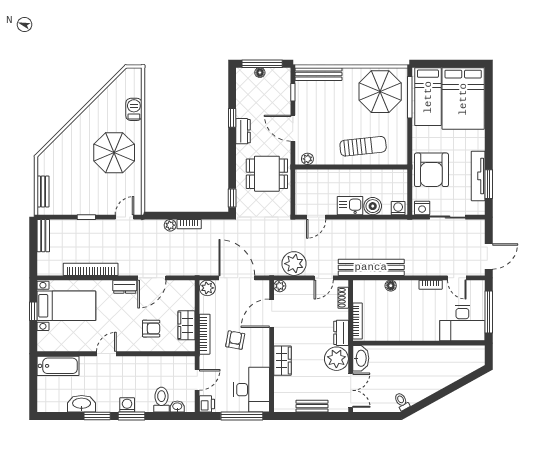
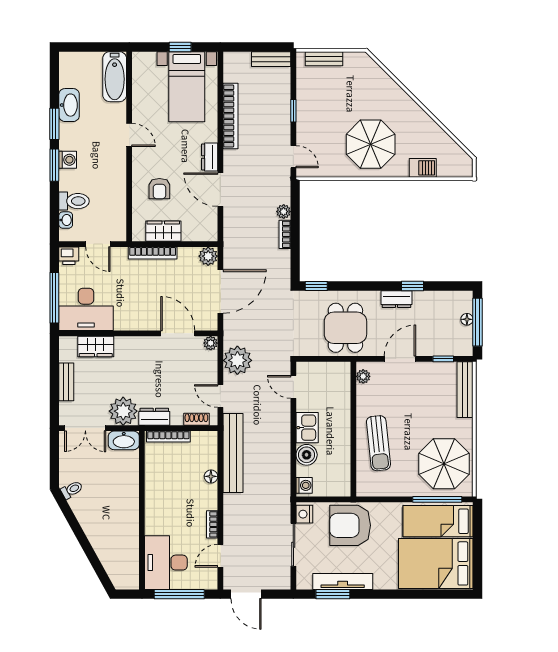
armchair: (235, 340) -> (146, 290), removed
wardrobe: (282, 361) -> (96, 346), moved

